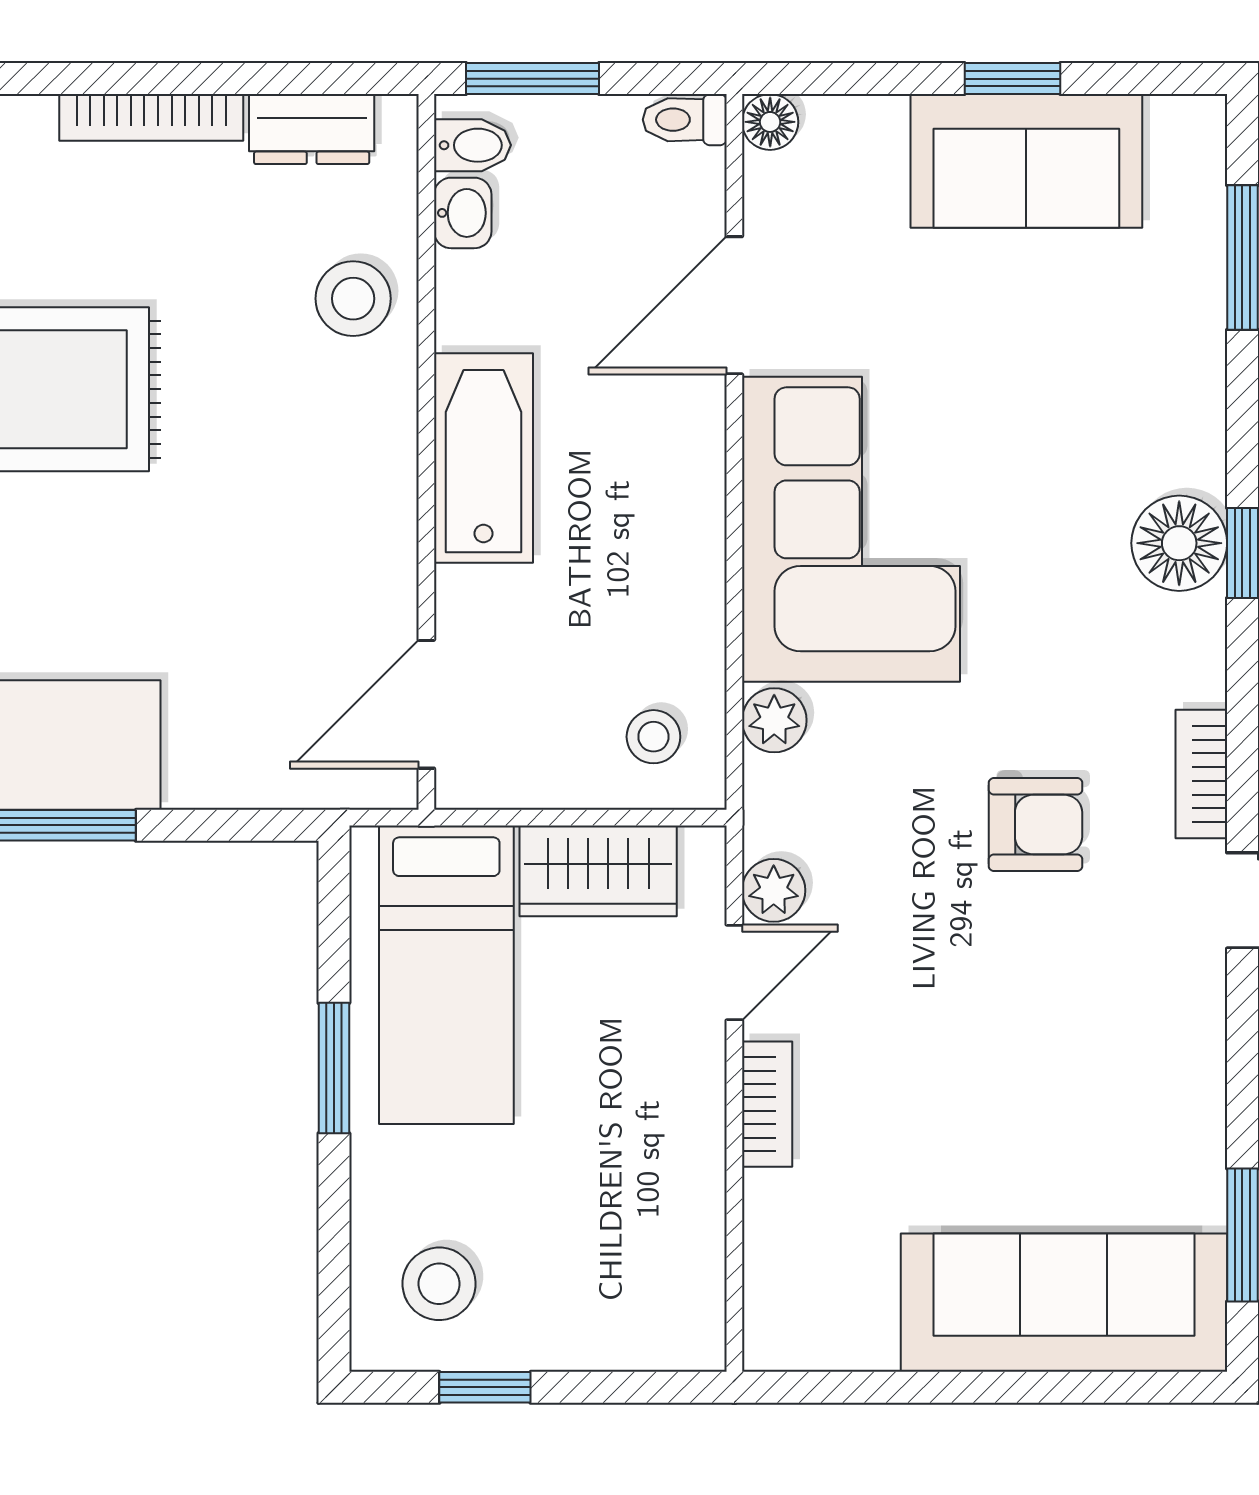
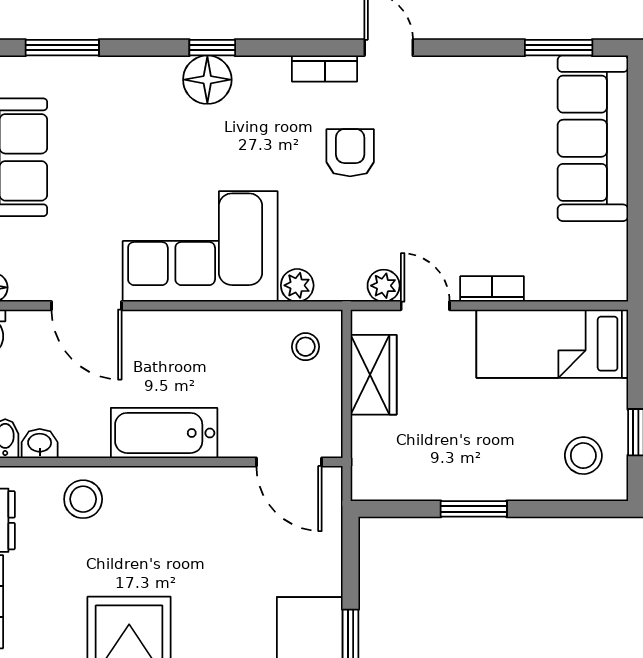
bed: (446, 975) -> (552, 344), moved, turned 180

